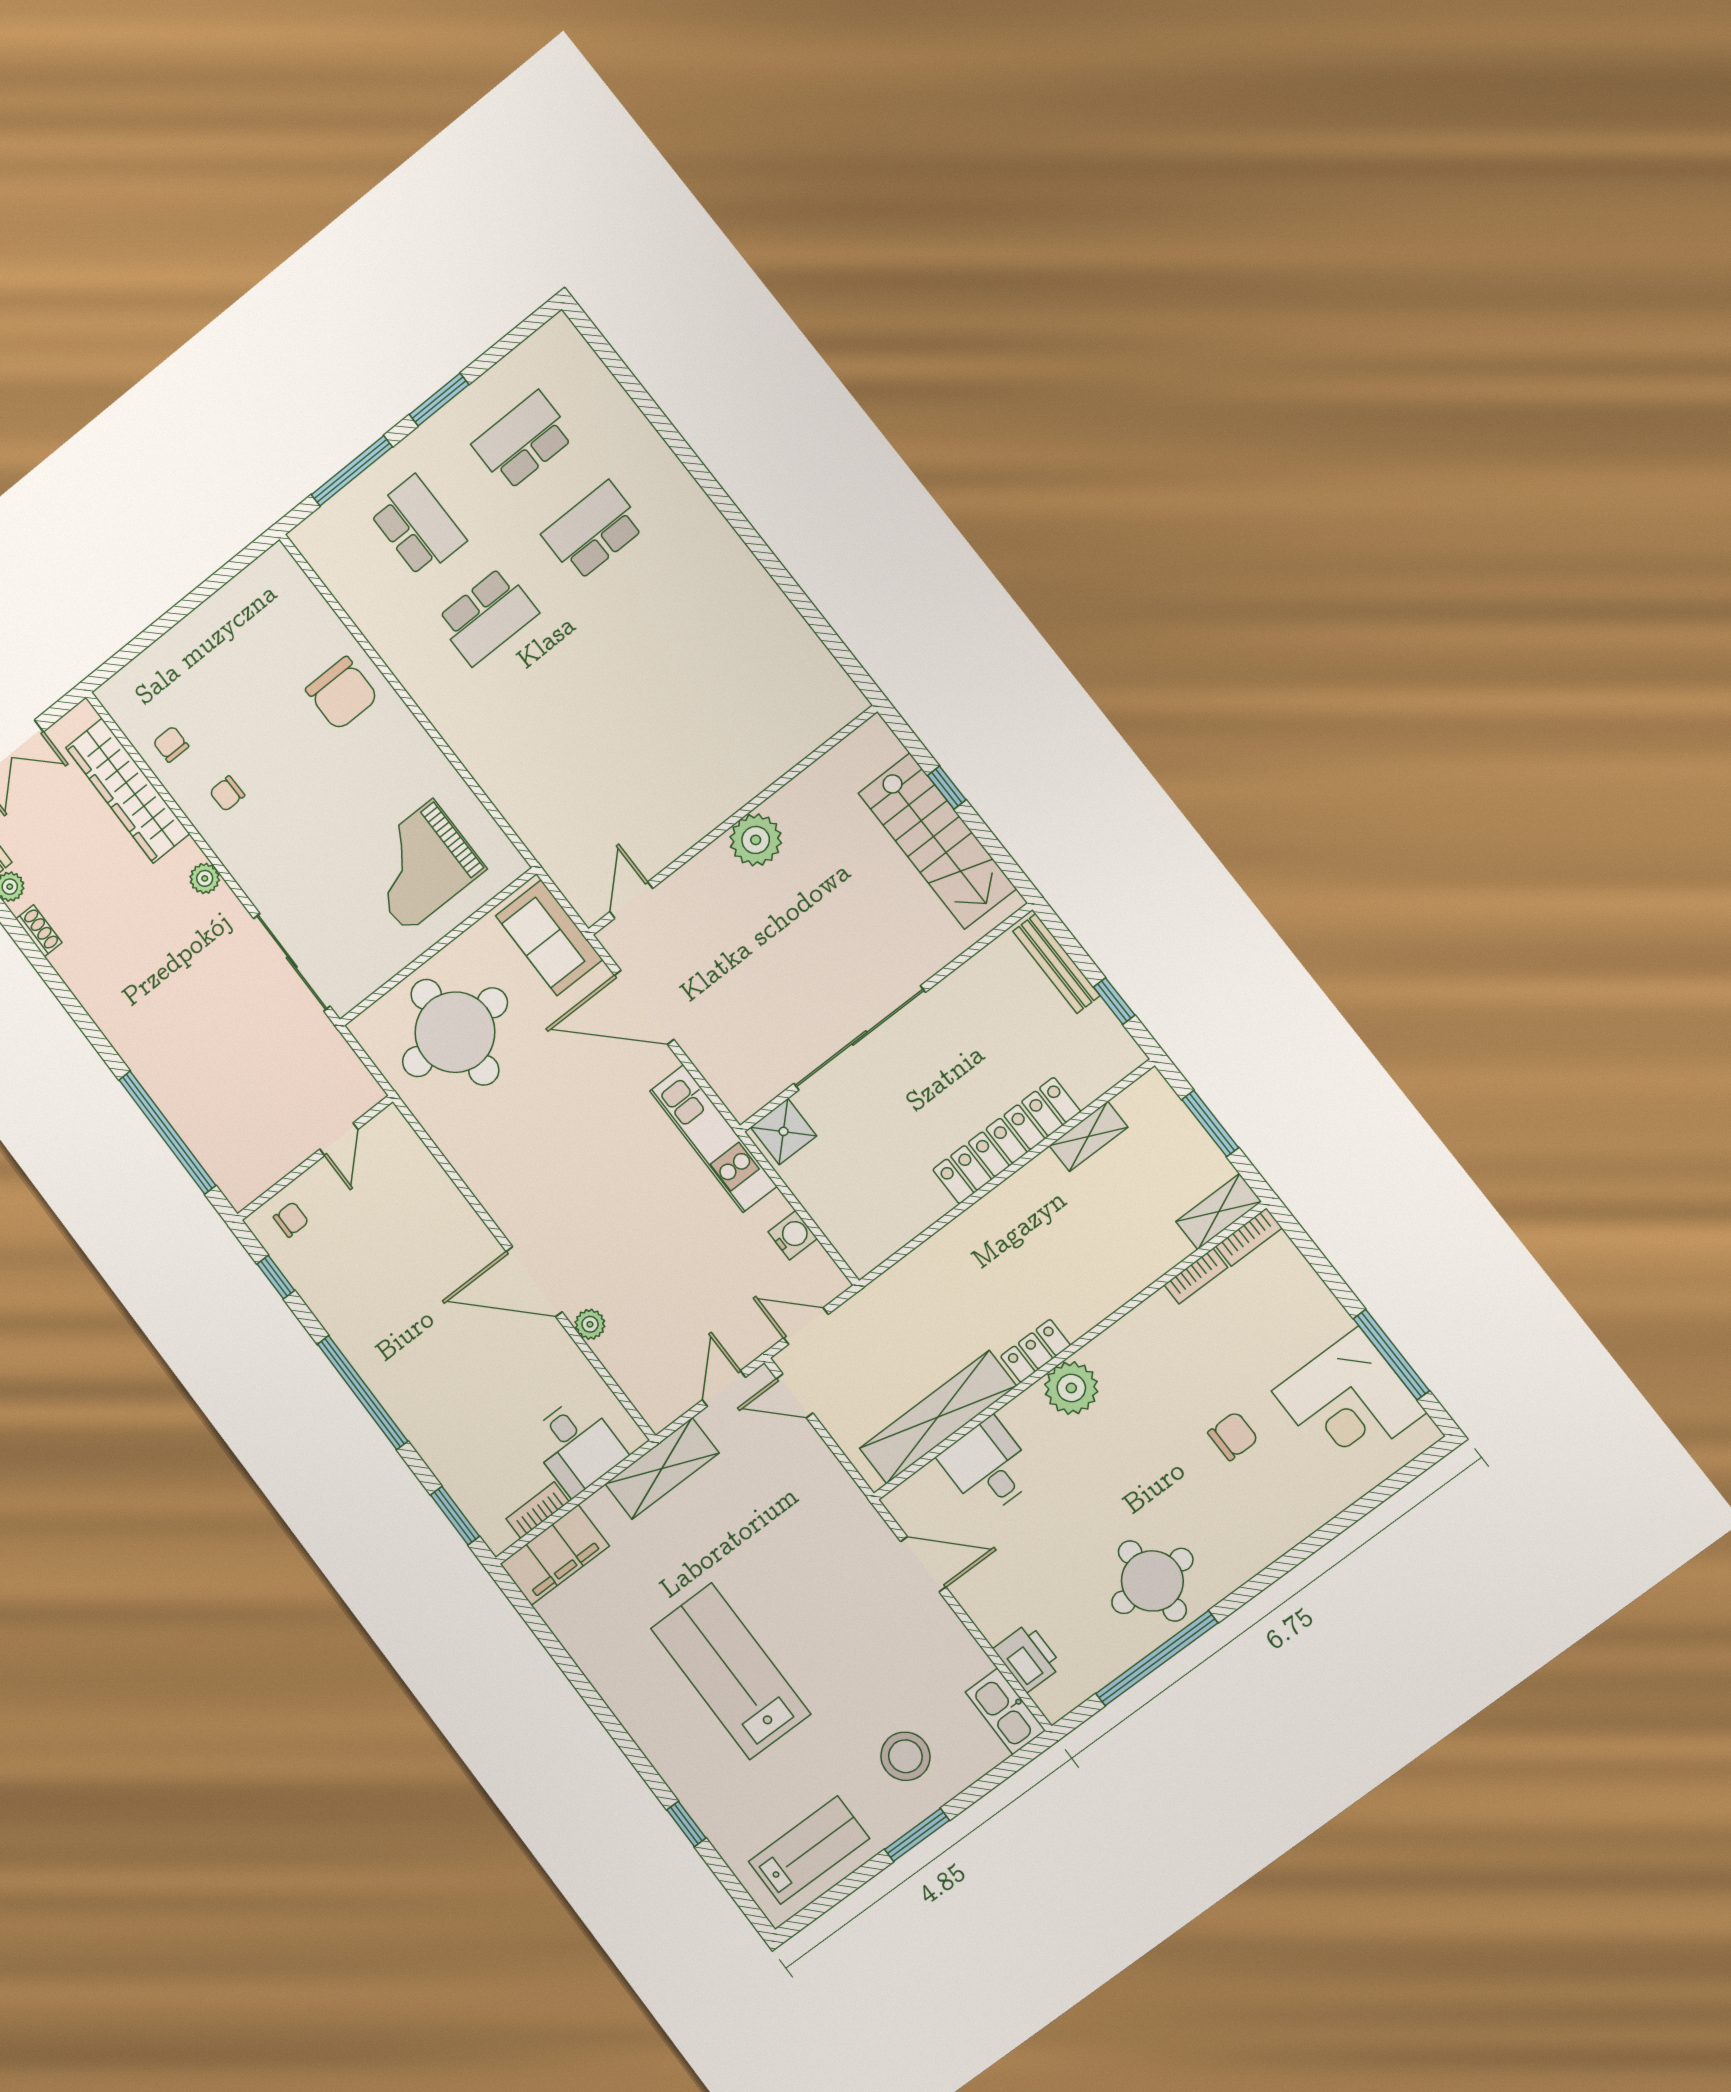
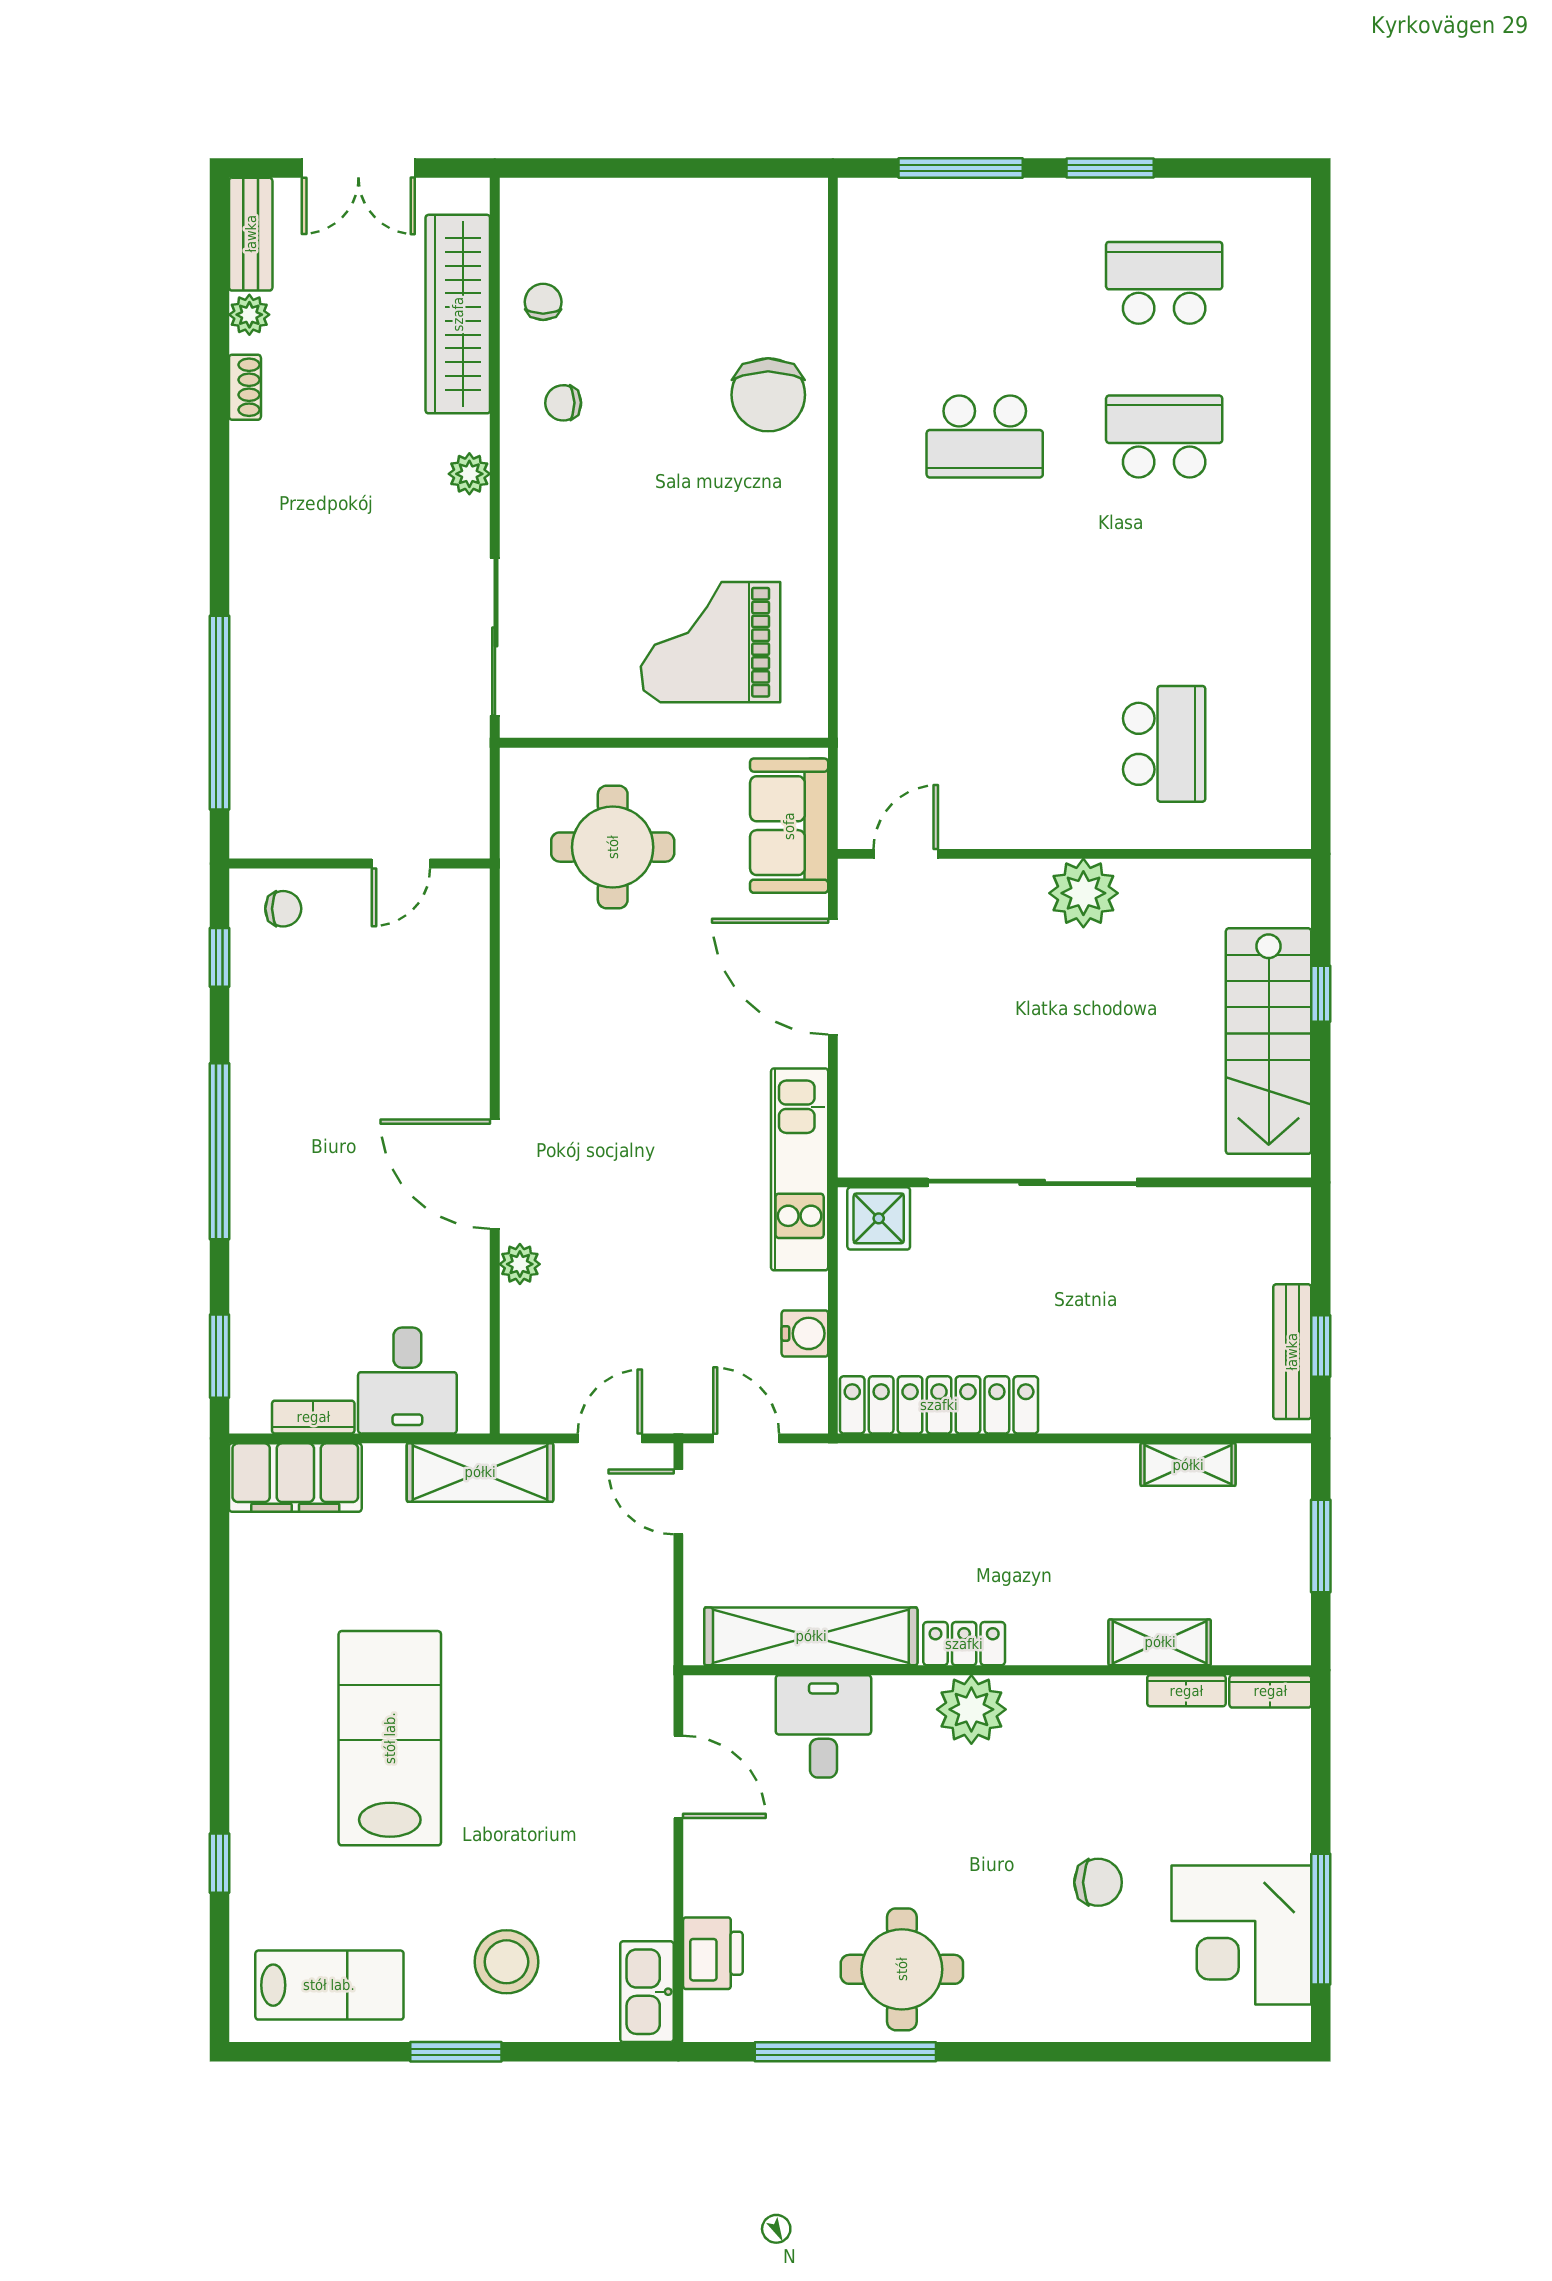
school desk: (418, 526) -> (1164, 744), moved
bench: (1056, 963) -> (1292, 1352), moved
round table: (455, 1032) -> (613, 847), width x0.73, depth x0.73
locker: (1007, 1141) -> (939, 1405), moved
shelving: (1219, 1212) -> (1160, 1642), moved

